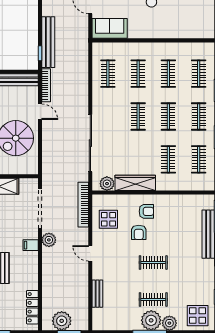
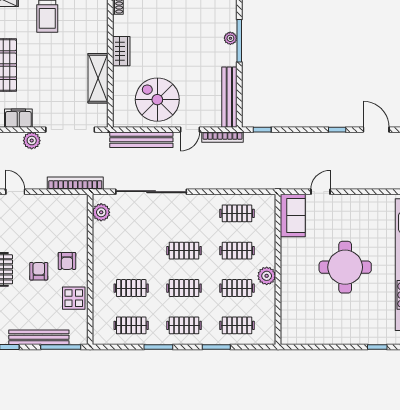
bench: (48, 42) -> (141, 140), moved
plant: (158, 50) -> (267, 276), added
wardrobe: (135, 183) -> (102, 247), removed
display table: (108, 219) -> (74, 298), moved
armchair: (139, 232) -> (39, 271), moved, turned 90
filing cabinet: (31, 245) -> (18, 118), width x2.00
door: (90, 253) -> (15, 192), hinge flipped

